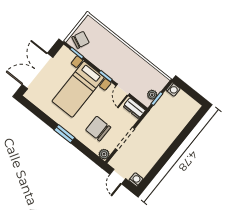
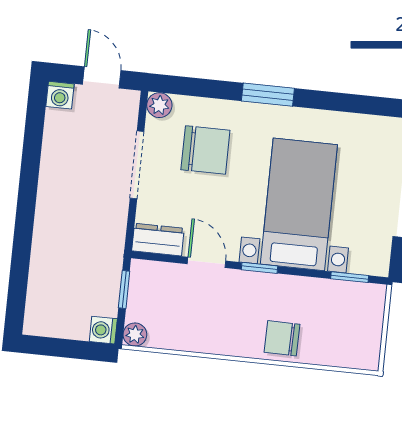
chair: (81, 40) -> (282, 338), moved, turned 67
plant: (152, 95) -> (135, 335), moved

